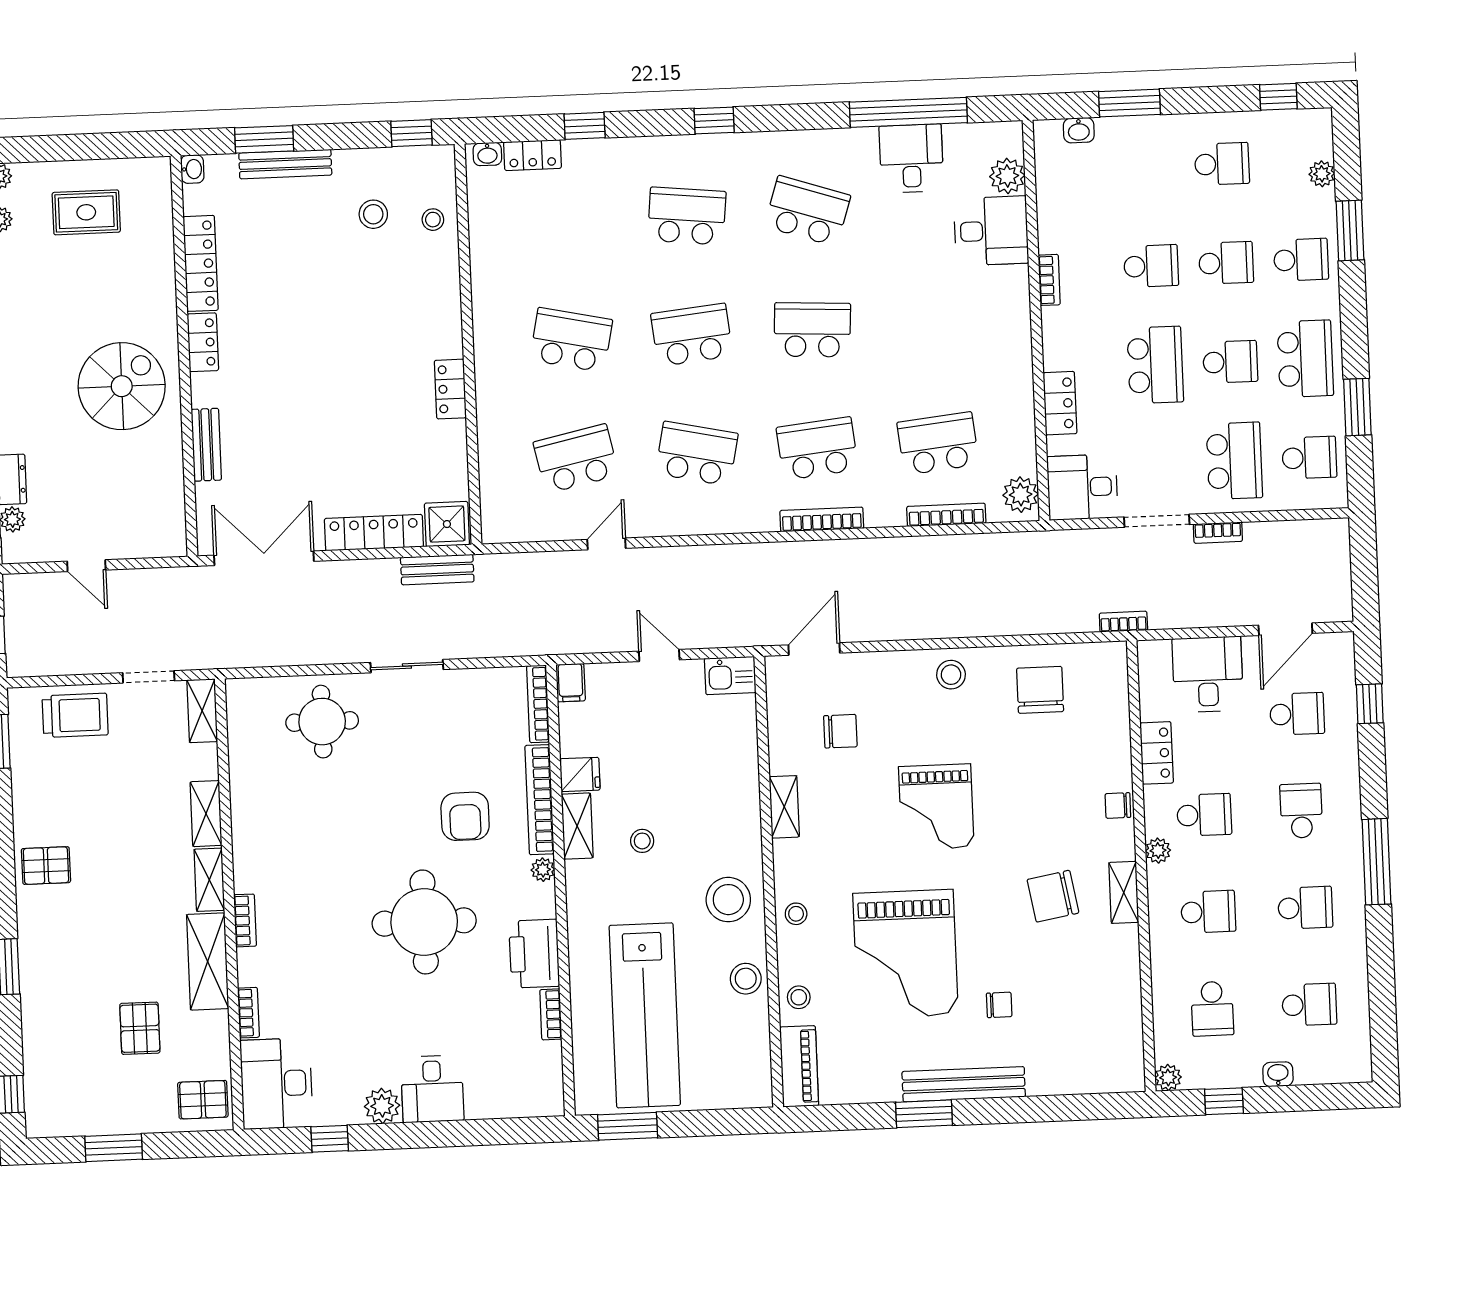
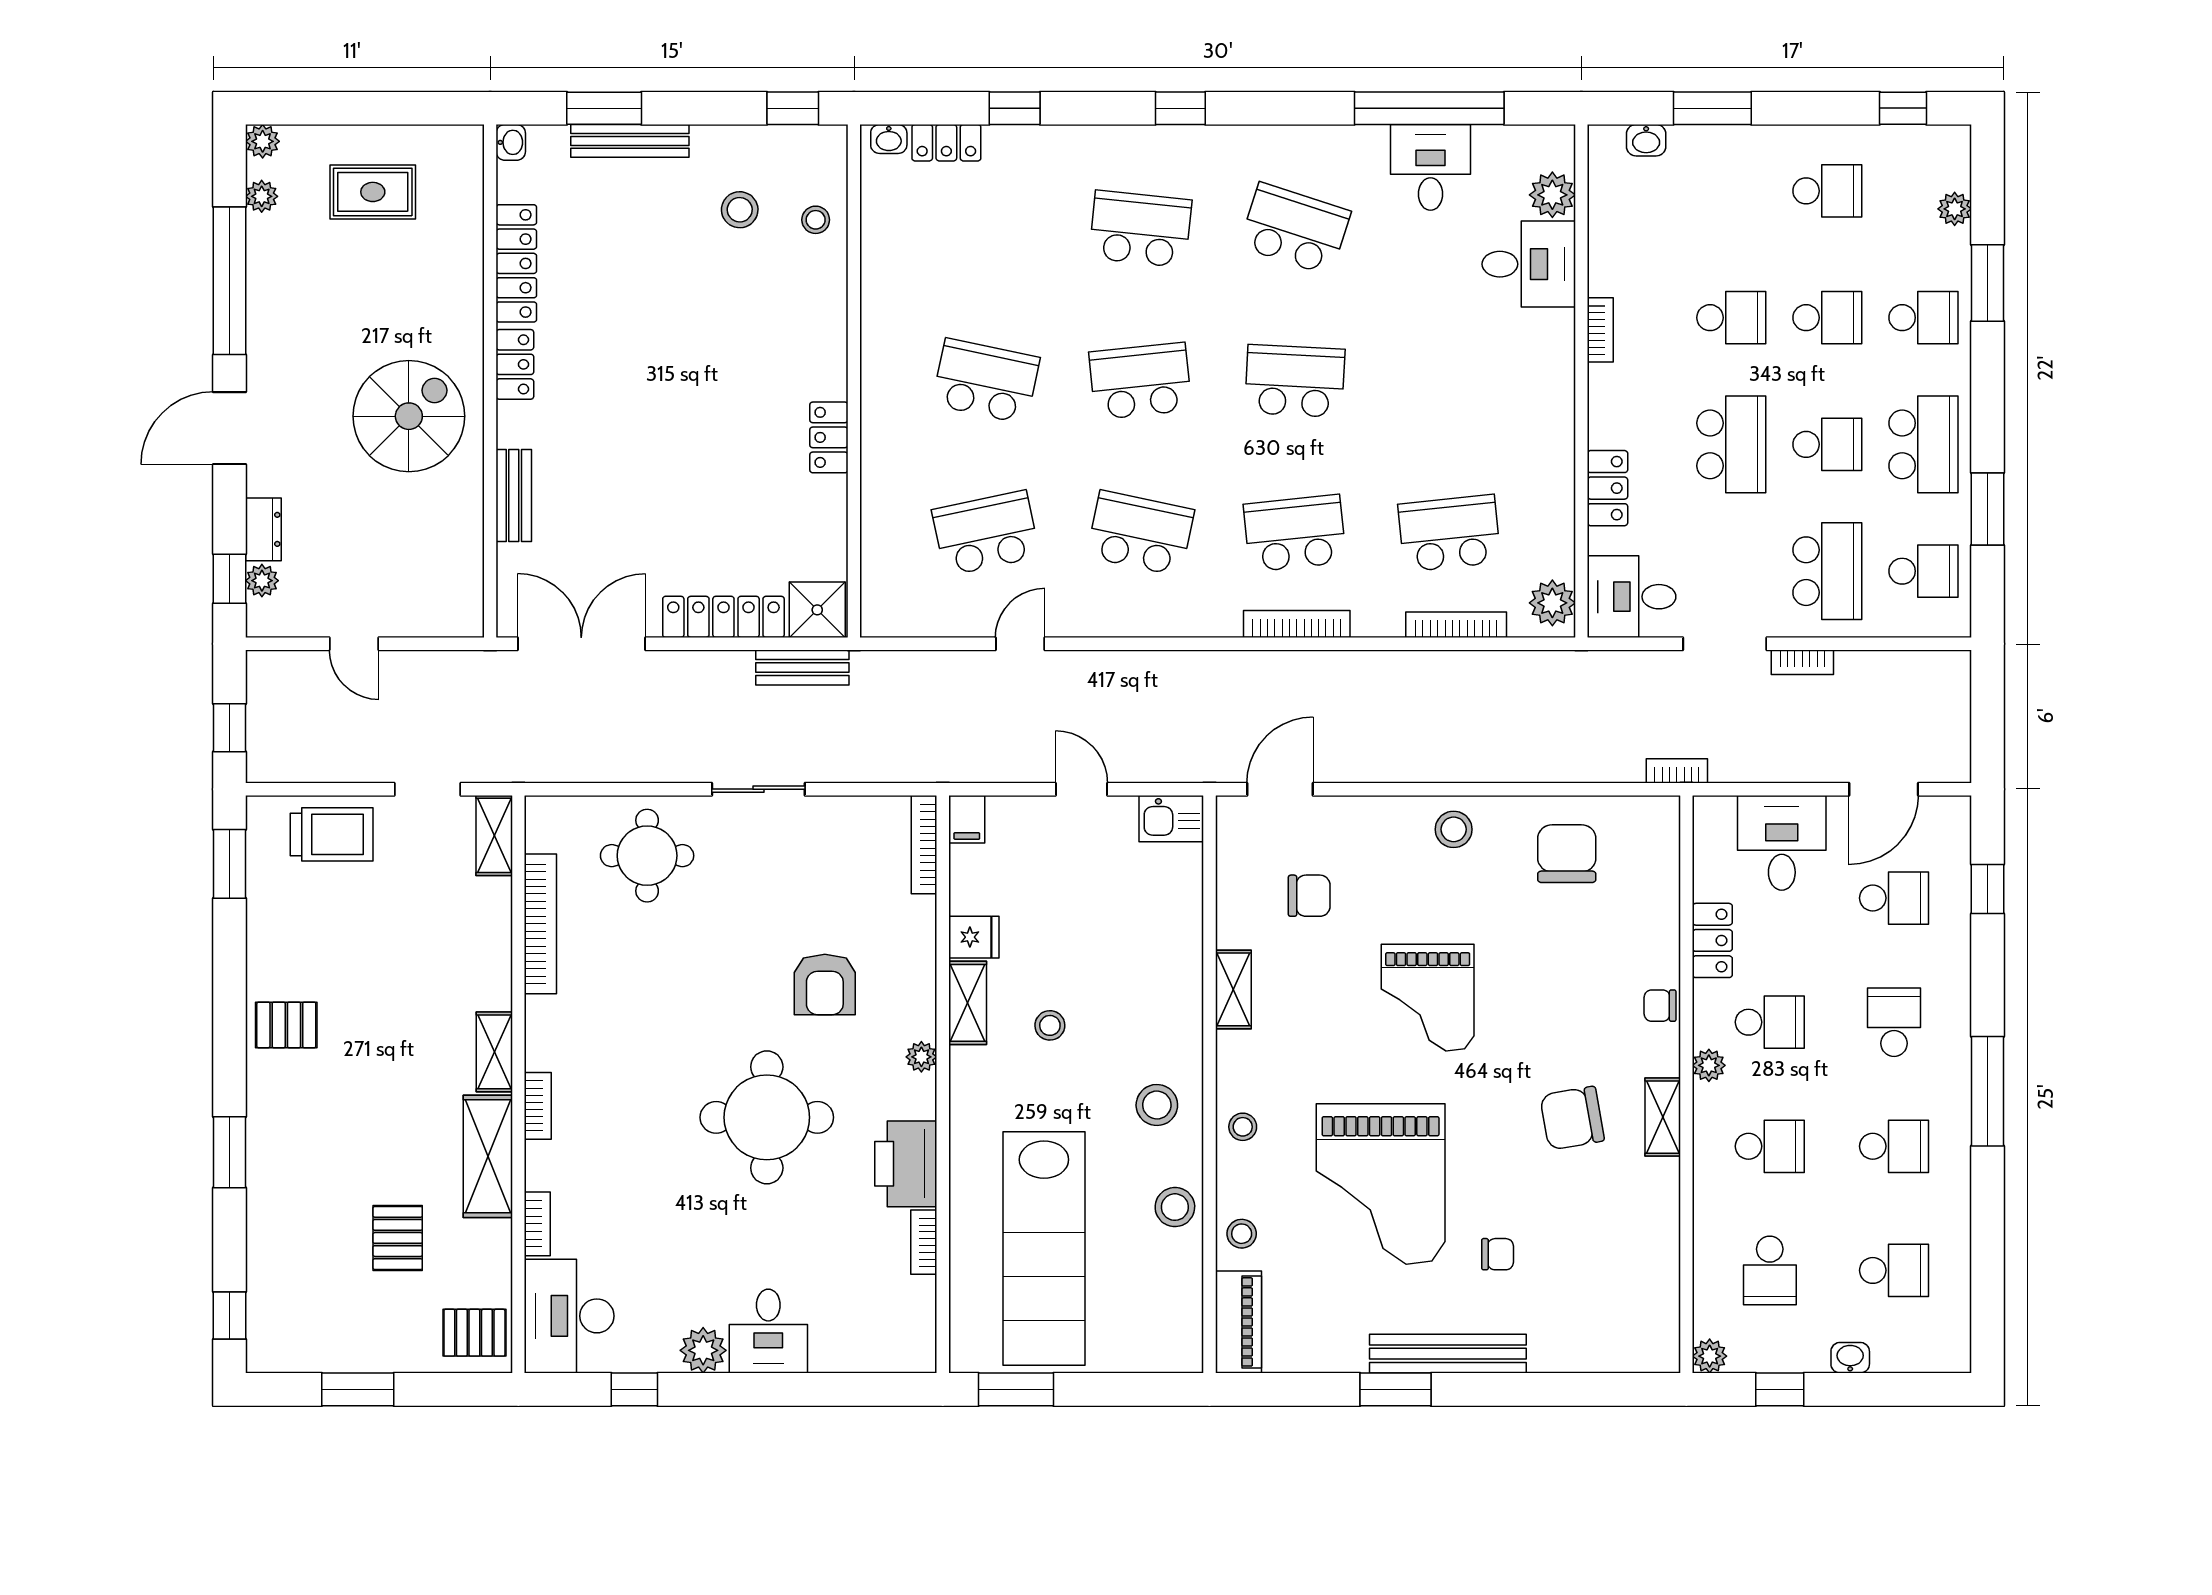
bookcase: (540, 800) -> (540, 924), moved, turned 180
shelving: (206, 814) -> (494, 967), removed
stool: (728, 900) -> (1157, 1105), width x0.73, depth x0.73

